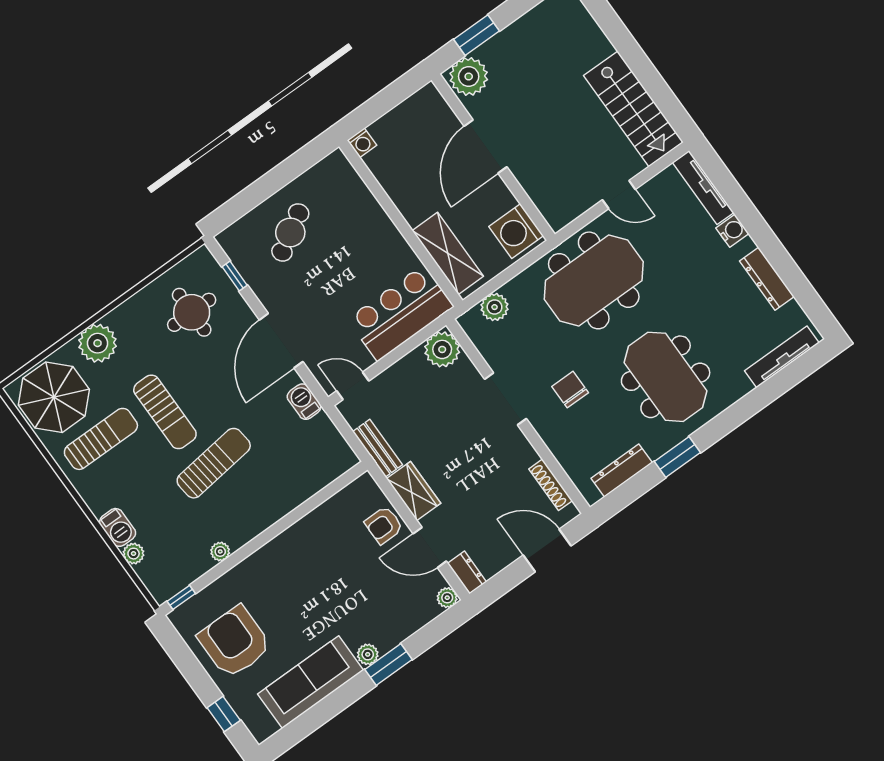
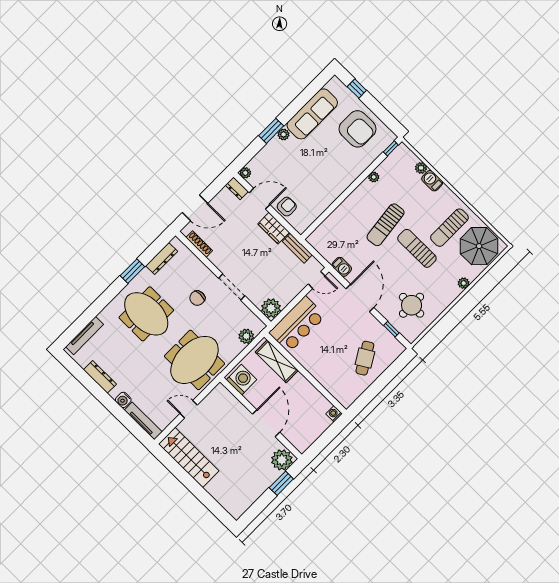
plant: (98, 343) -> (464, 283), width x0.53, depth x0.53
chair: (570, 390) -> (197, 298), turned 90

